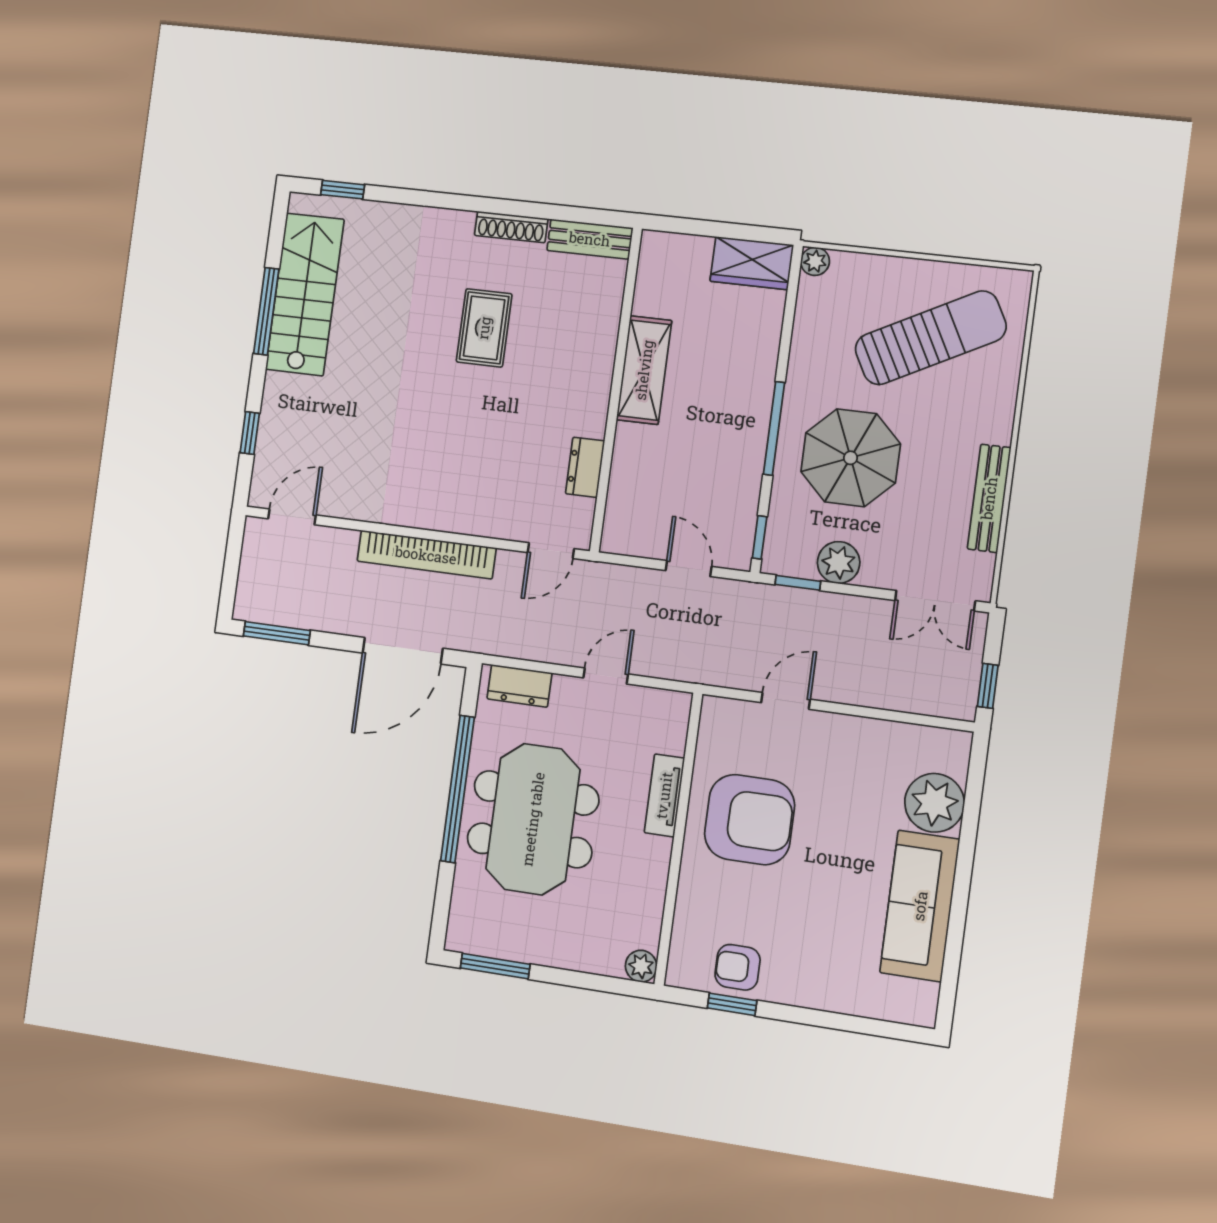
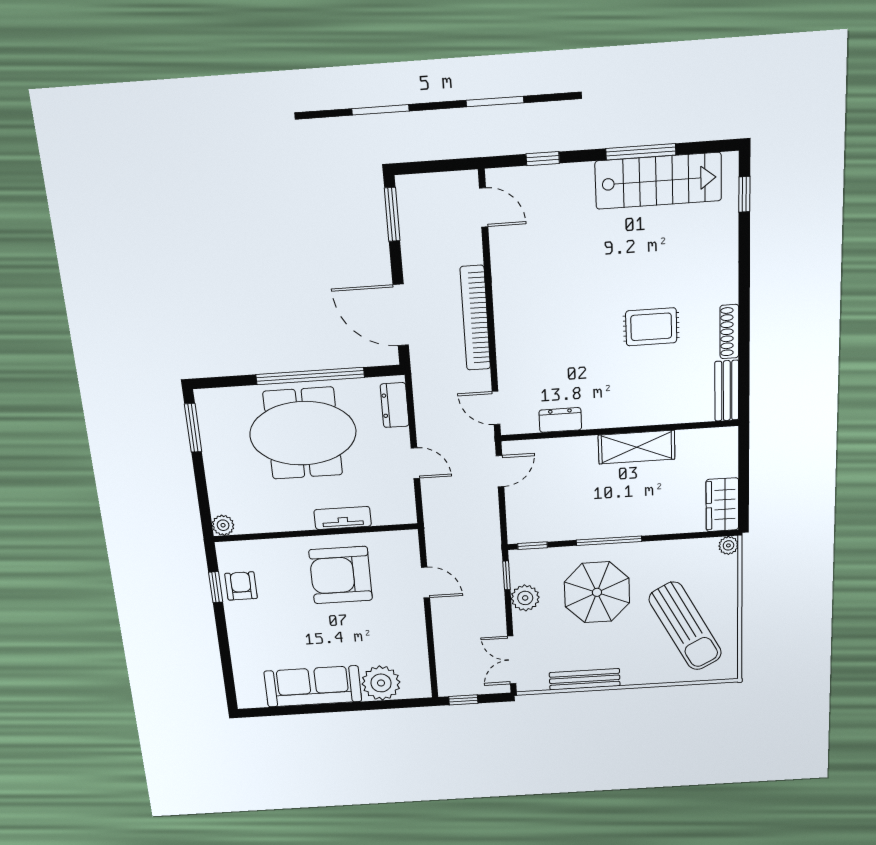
door: (689, 569) -> (500, 471), moved
armchair: (750, 820) -> (341, 575), turned 90

